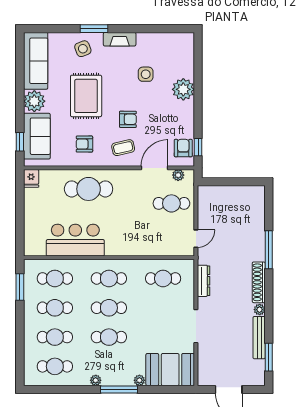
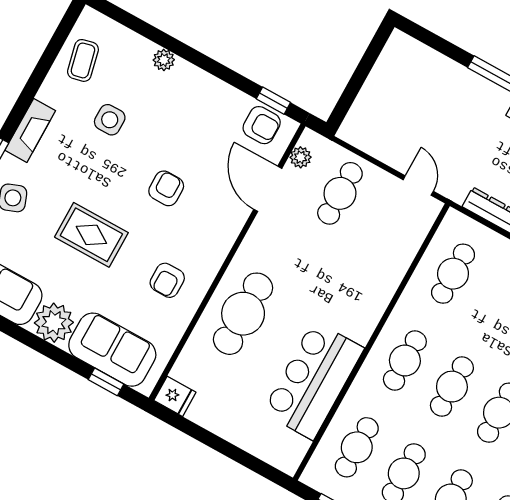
plant: (183, 89) -> (164, 60), width x0.53, depth x0.53
rug: (86, 96) -> (91, 235), width x0.73, depth x0.70
coffee table: (123, 148) -> (83, 60), moved
armchair: (183, 148) -> (262, 125), turned 180

